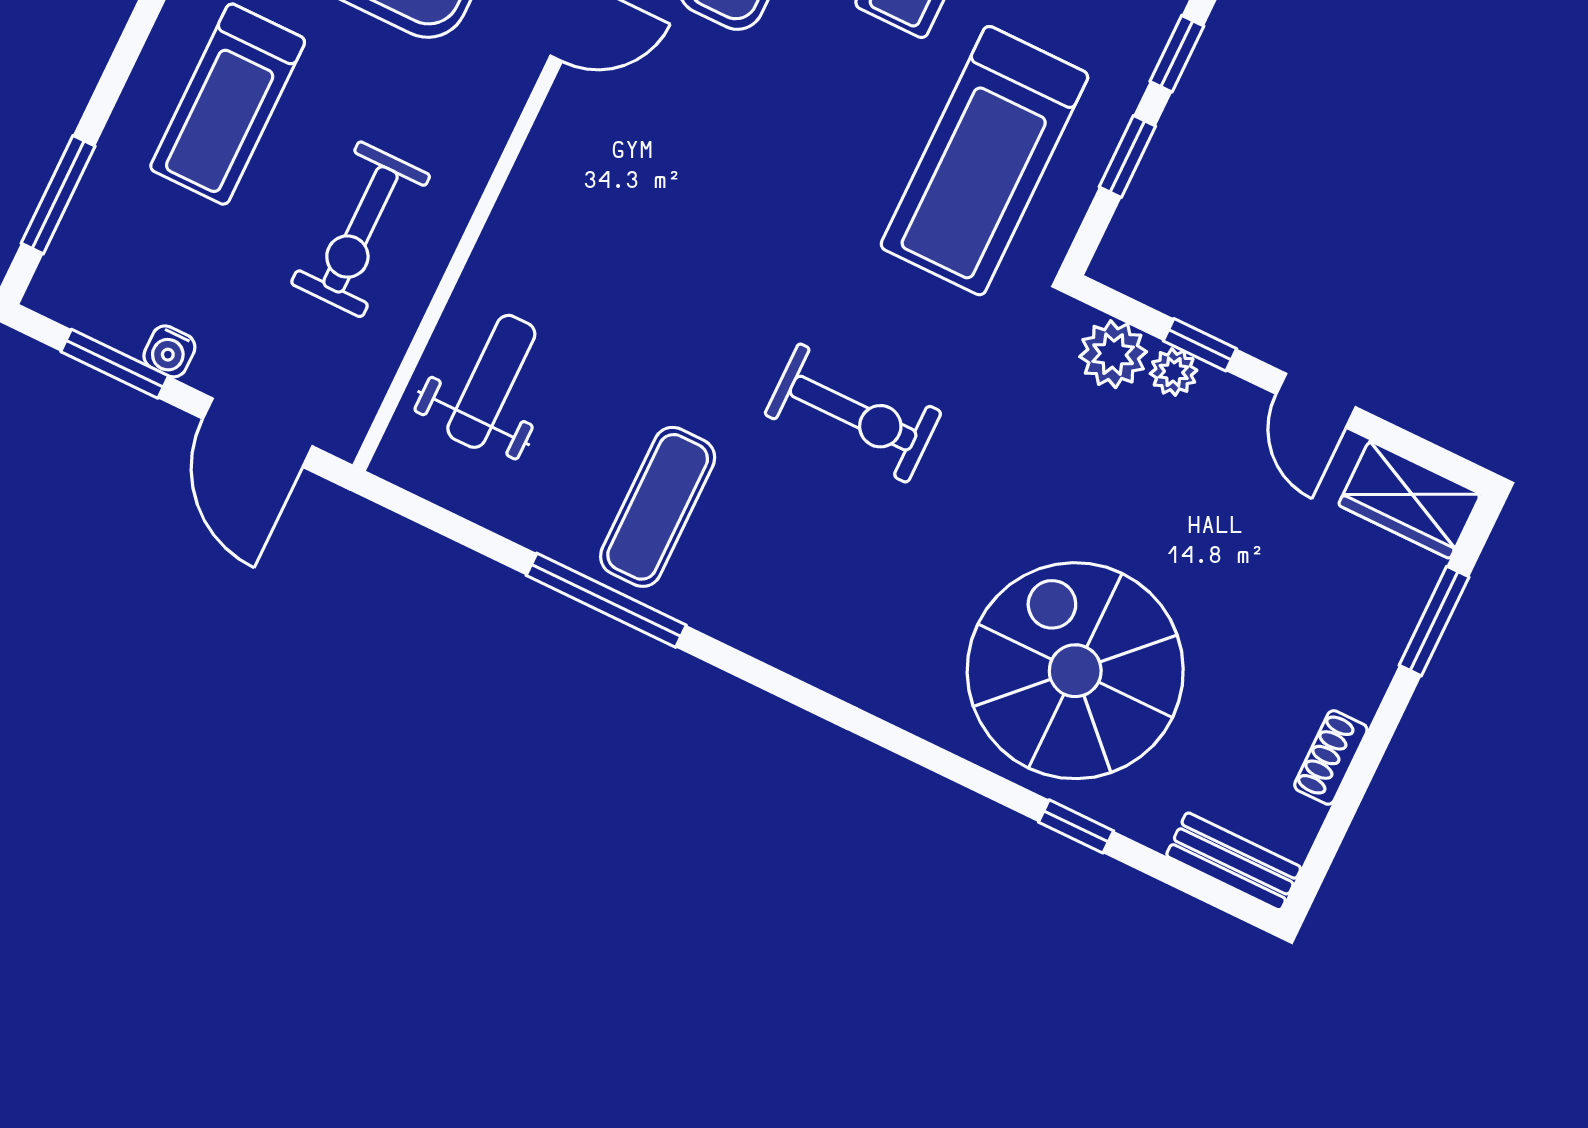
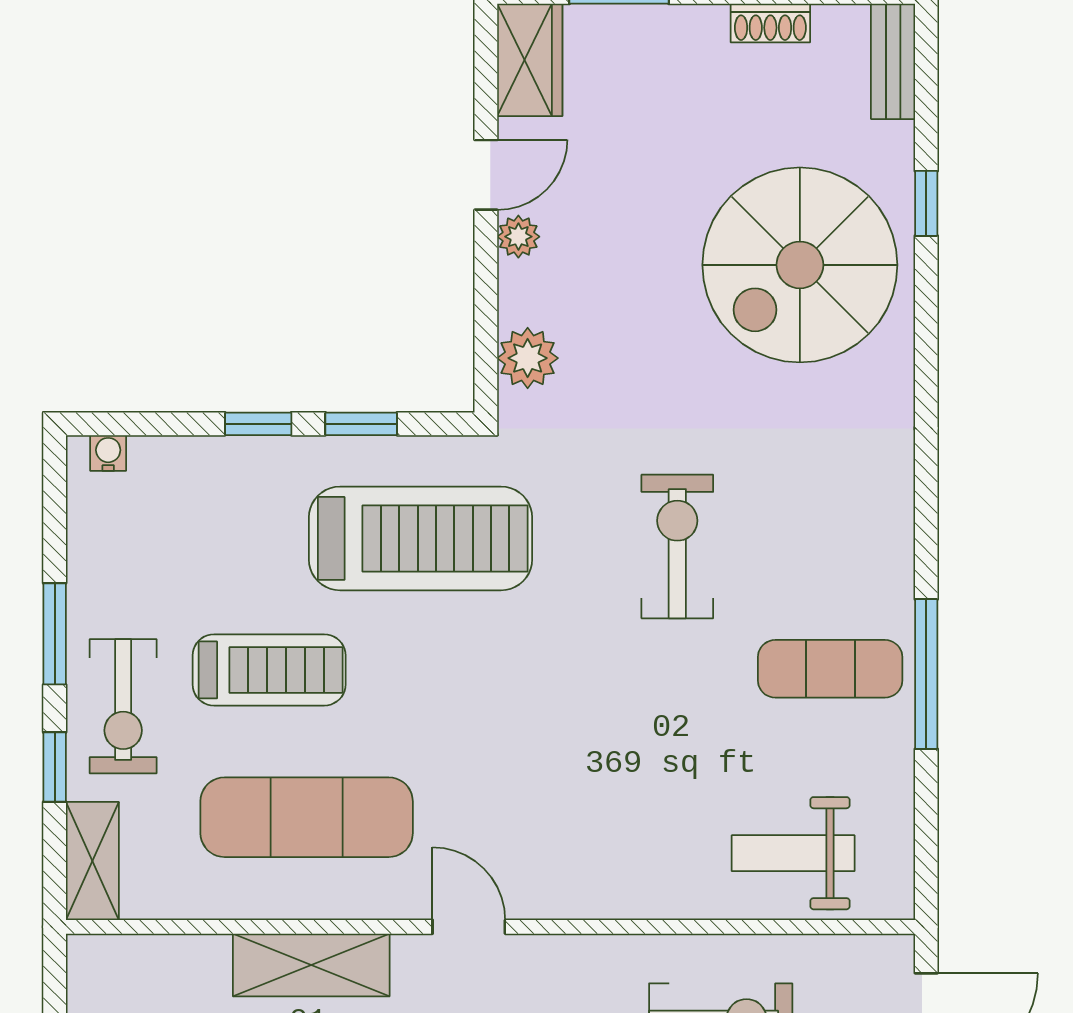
window: (1200, 345) -> (486, 291), removed
plant: (1174, 372) -> (518, 237), moved

